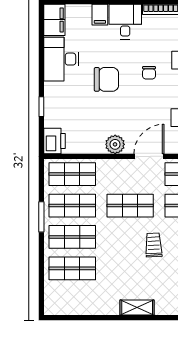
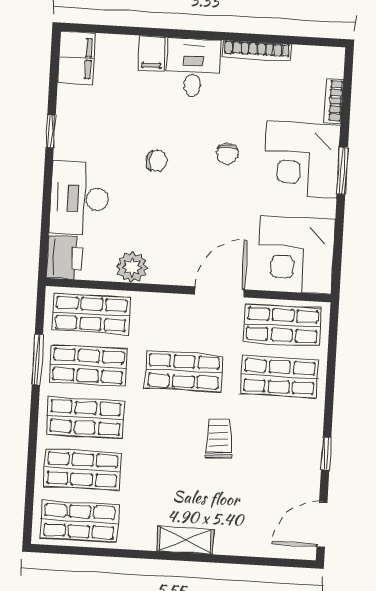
desk: (61, 59) -> (79, 198), moved
chair: (106, 79) -> (157, 161), width x0.54, depth x0.54
window: (41, 107) -> (51, 131), moved
plant: (115, 144) -> (132, 267), moved
window: (41, 217) -> (37, 360), moved
shop shelf: (72, 300) -> (79, 521), added

